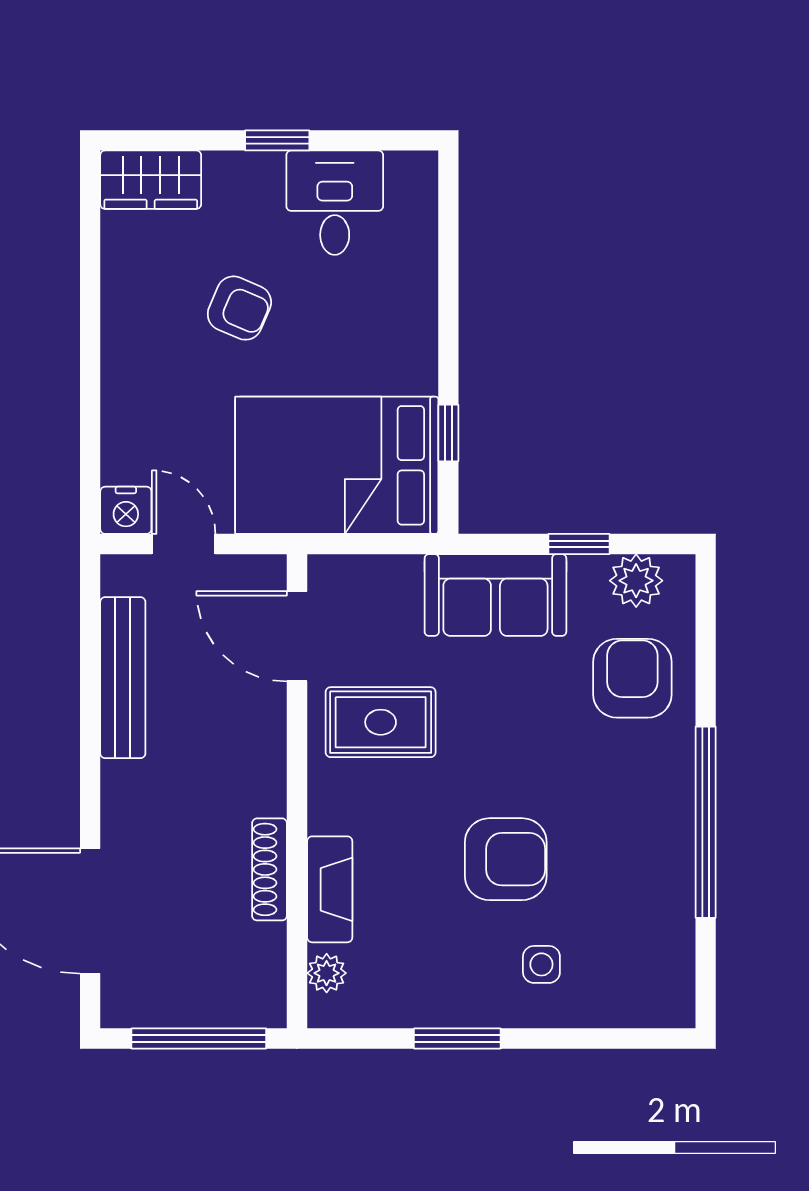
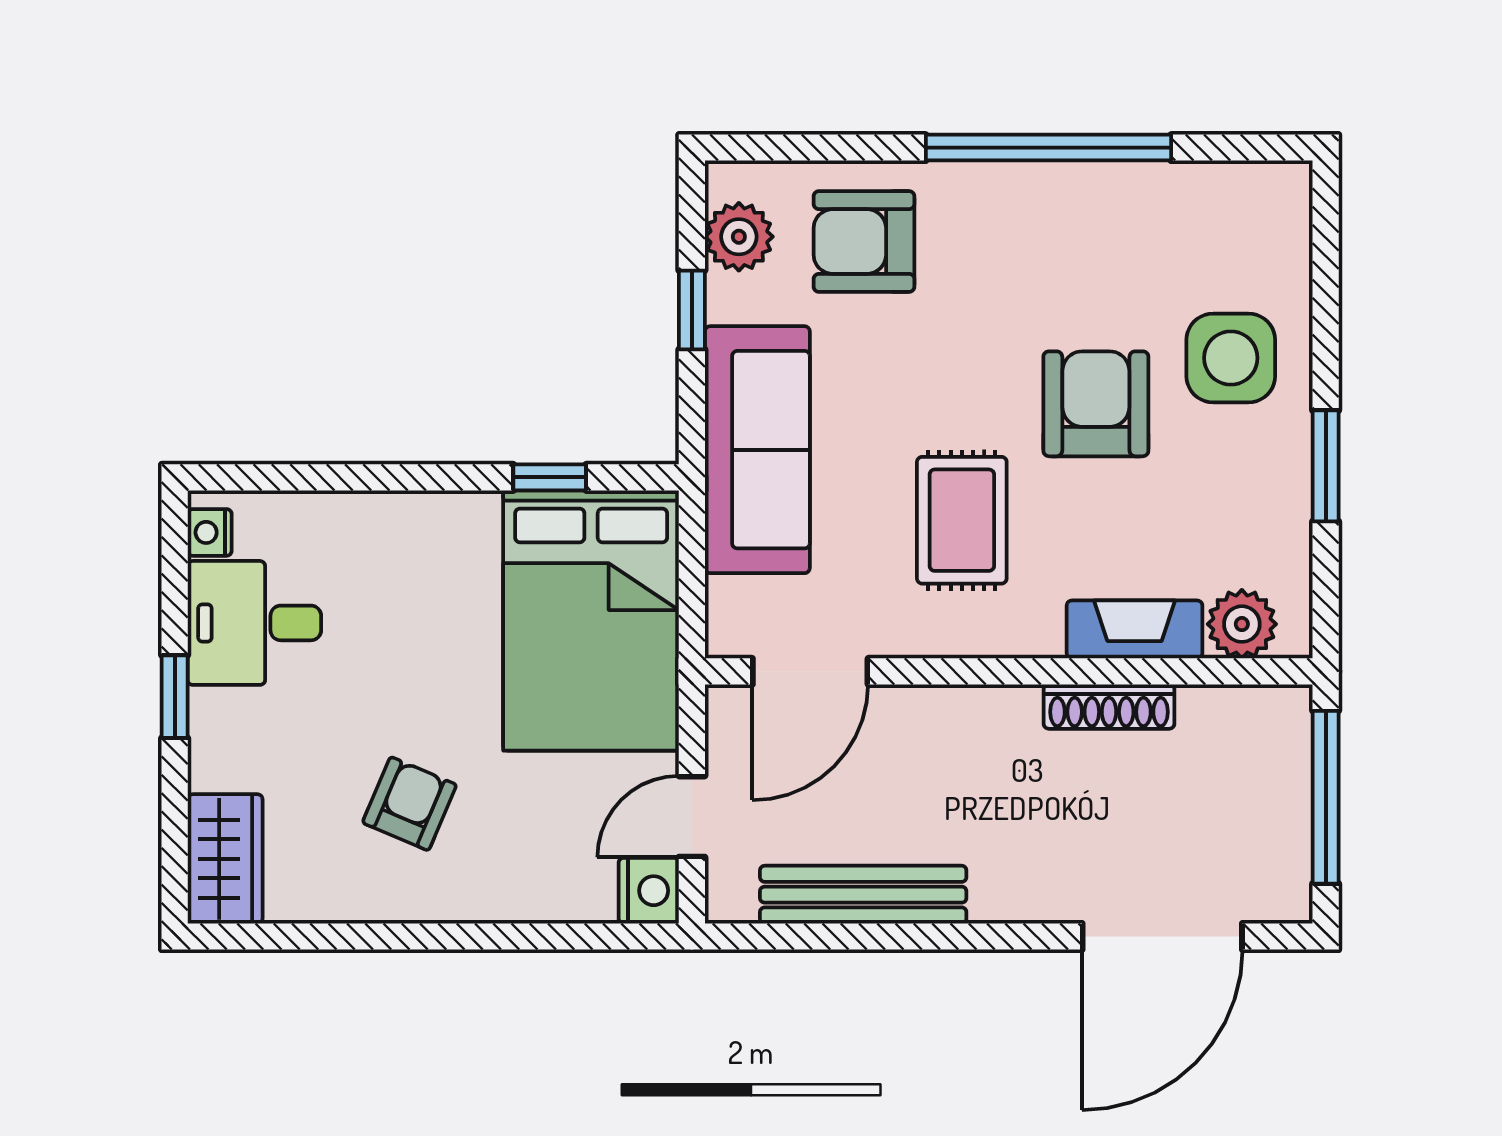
nightstand: (405, 168) -> (210, 532), added
armchair: (239, 308) -> (410, 804), moved
sofa: (495, 595) -> (757, 450), width x1.36
rug: (381, 722) -> (962, 520), moved
side table: (541, 964) -> (1231, 358), width x1.87, depth x1.87
plant: (327, 973) -> (1242, 624), width x1.38, depth x1.38

